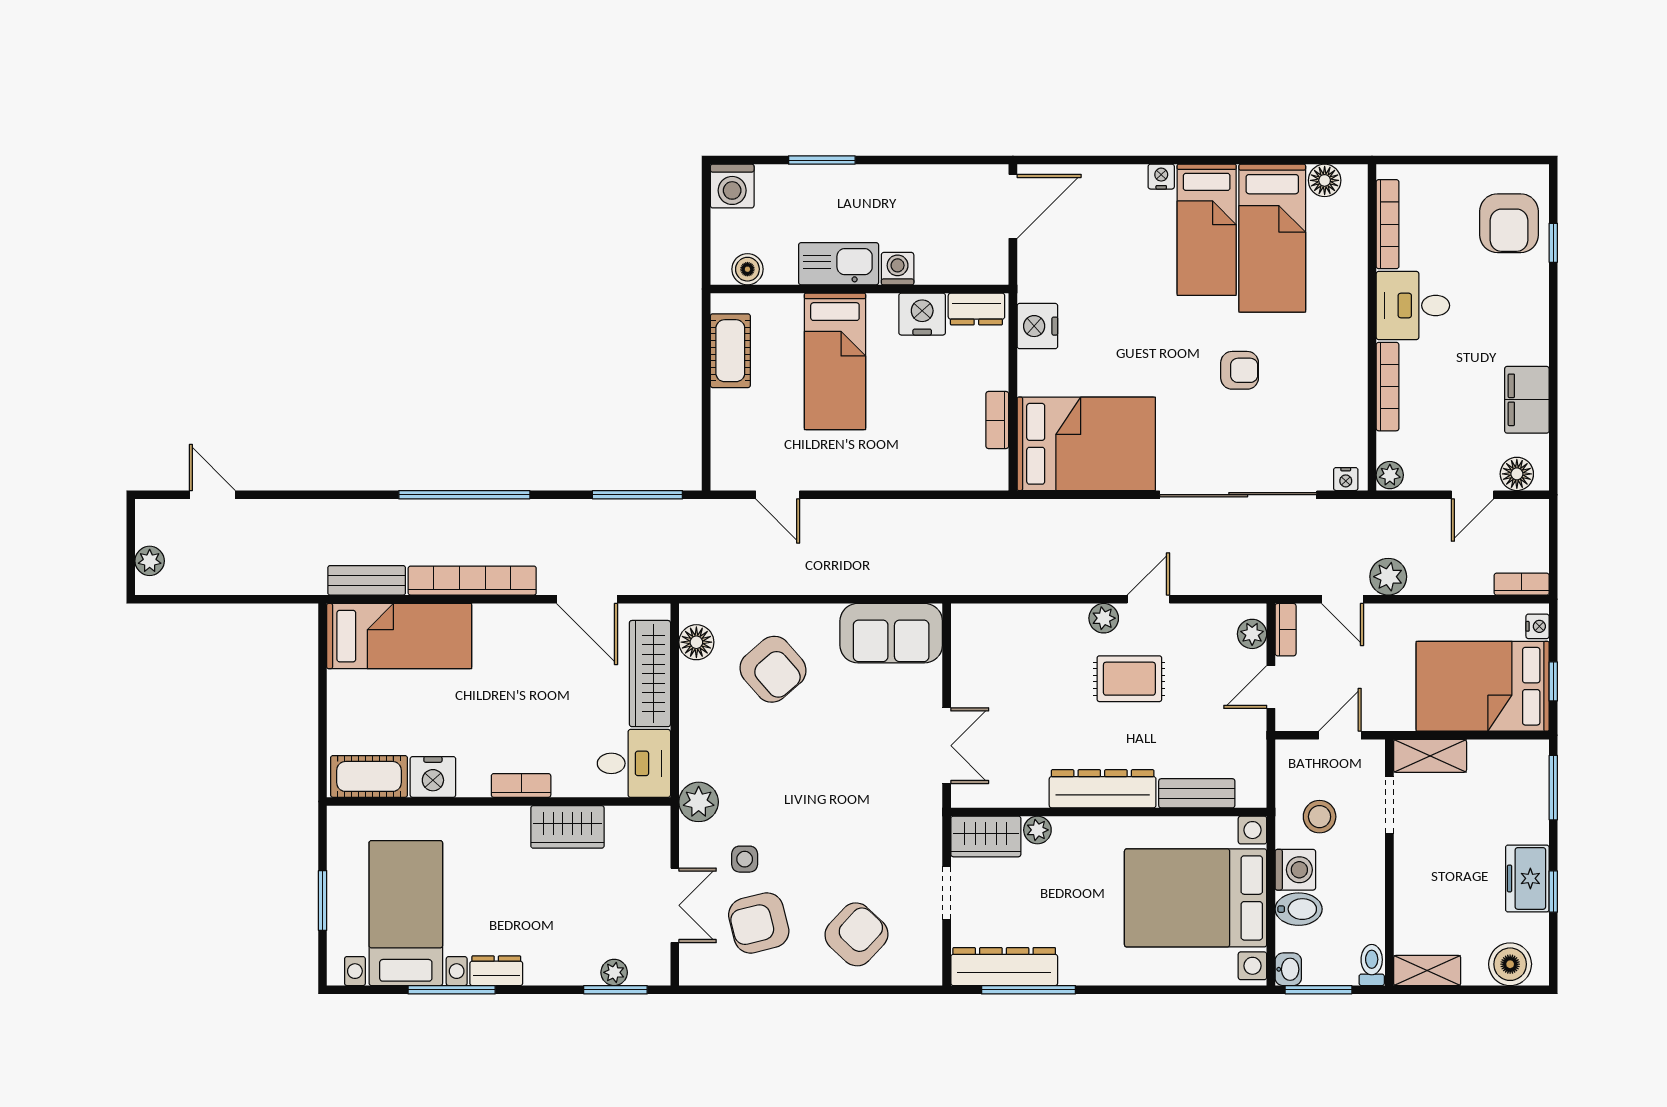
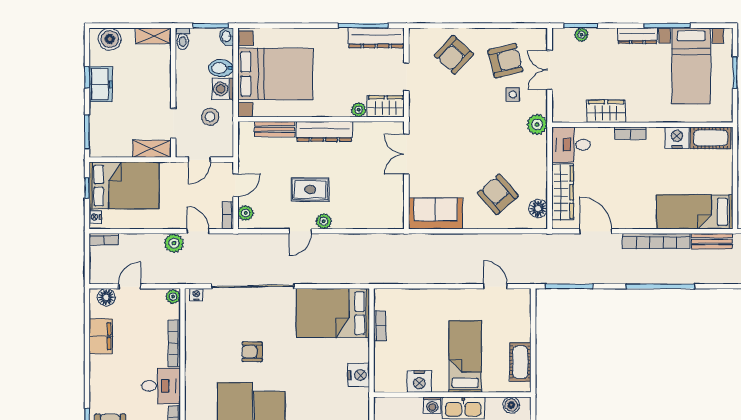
dresser: (976, 309) -> (391, 384), removed
dresser: (496, 971) -> (637, 36), width x1.44

